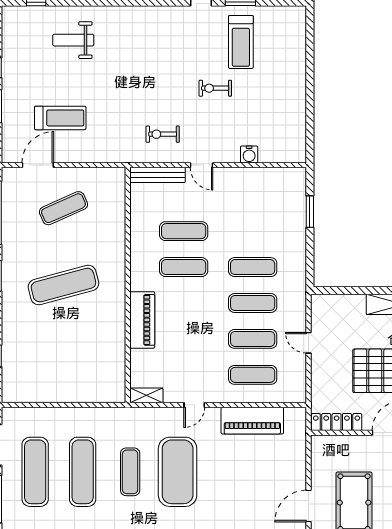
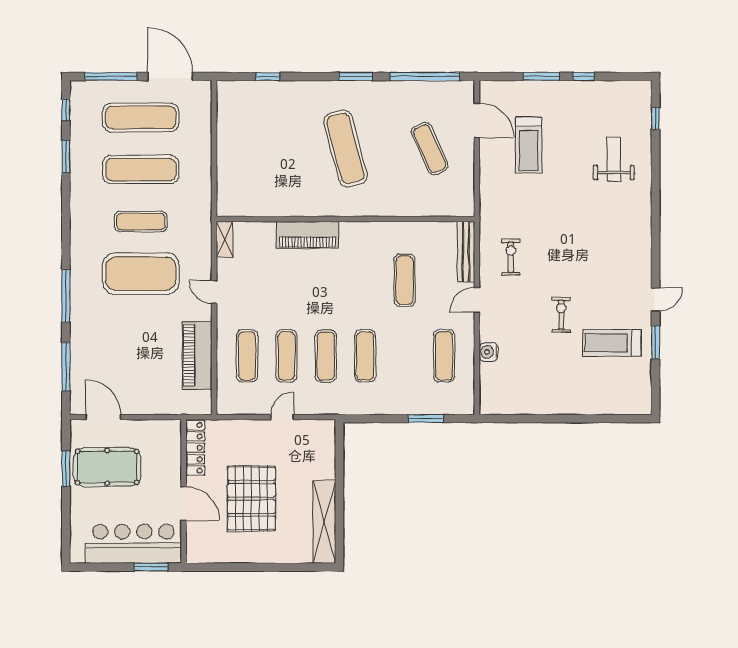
exercise mat: (184, 267) -> (444, 356), moved

